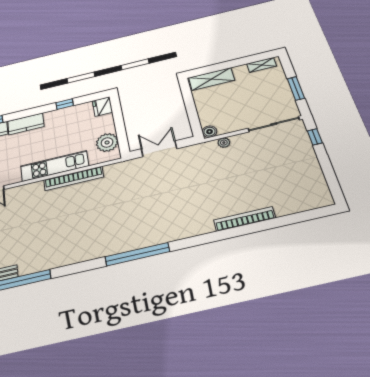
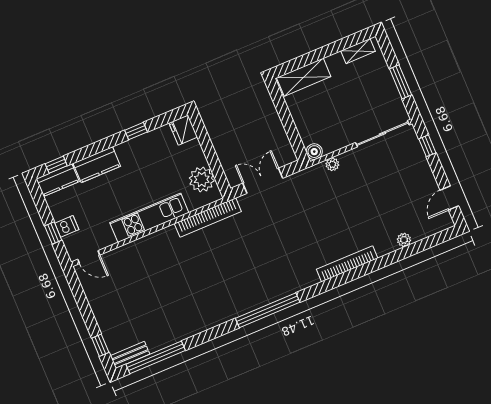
bookcase: (74, 178) -> (208, 218), moved
door: (332, 180) -> (449, 198), added
plant: (282, 210) -> (404, 240), added
bookcase: (244, 219) -> (347, 264), moved

